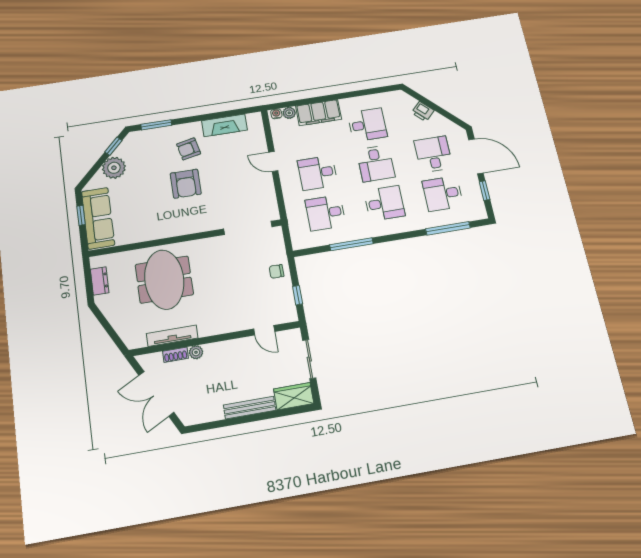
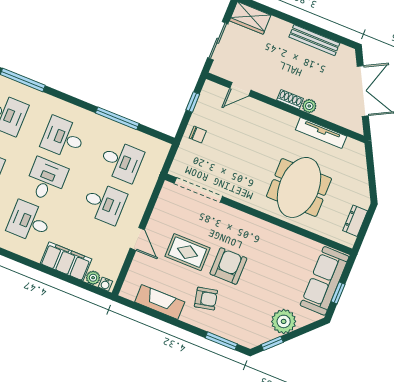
rug: (226, 175) -> (188, 252), added
door: (264, 330) -> (240, 89), swing flipped
shoe rack: (176, 355) -> (290, 99), moved
bench: (250, 408) -> (314, 40), moved

